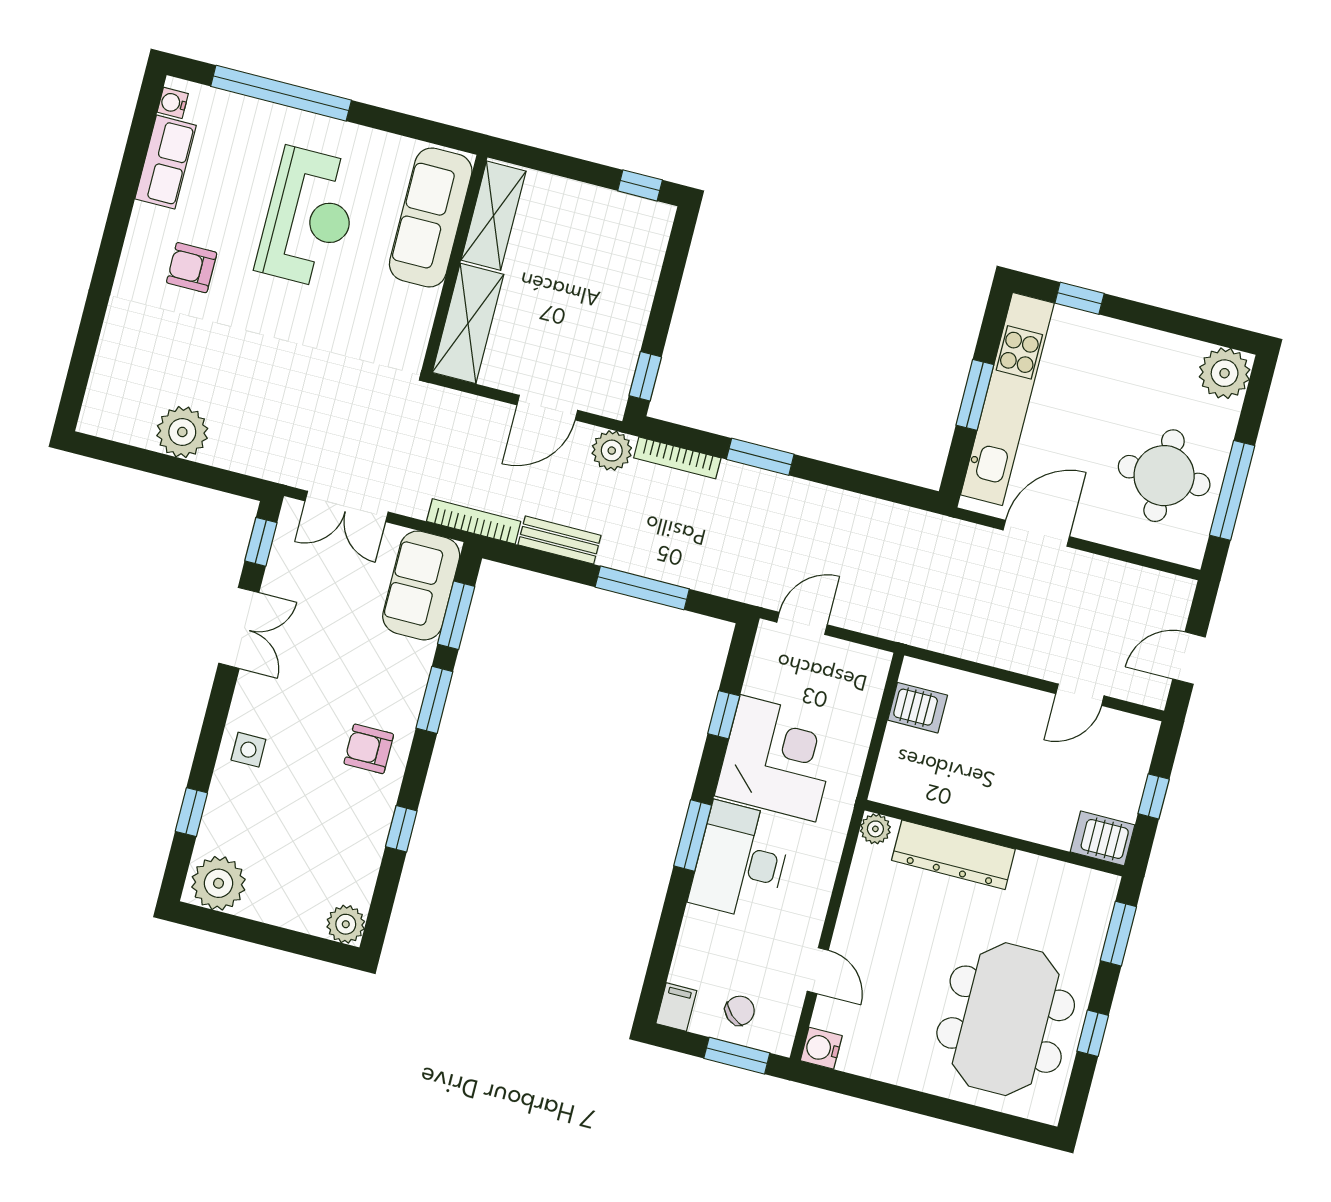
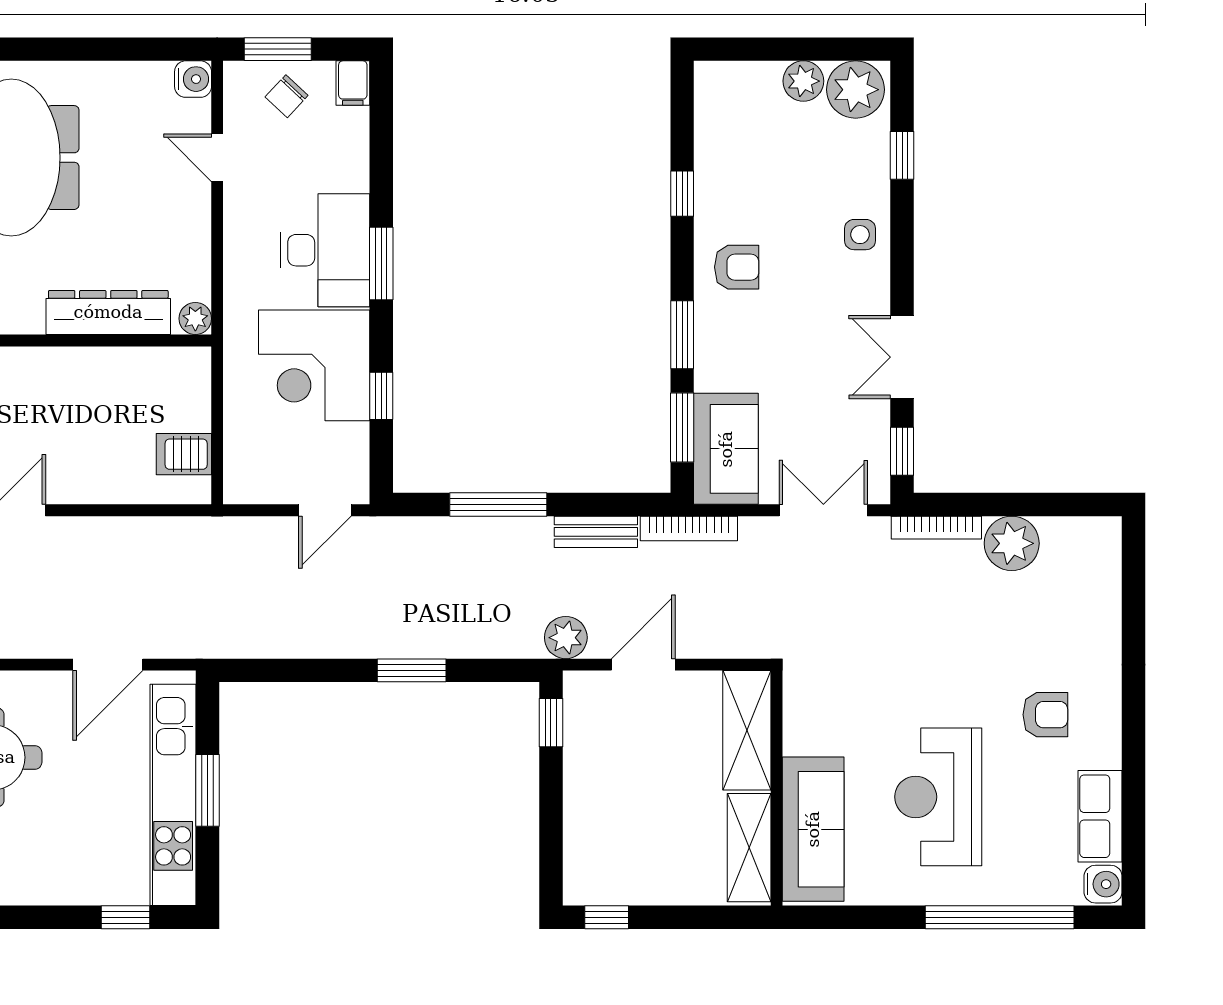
water cooler: (173, 103) -> (1103, 884), width x1.38, depth x1.38
bookcase: (677, 458) -> (936, 528), moved, turned 180
plant: (346, 924) -> (803, 81), moved

